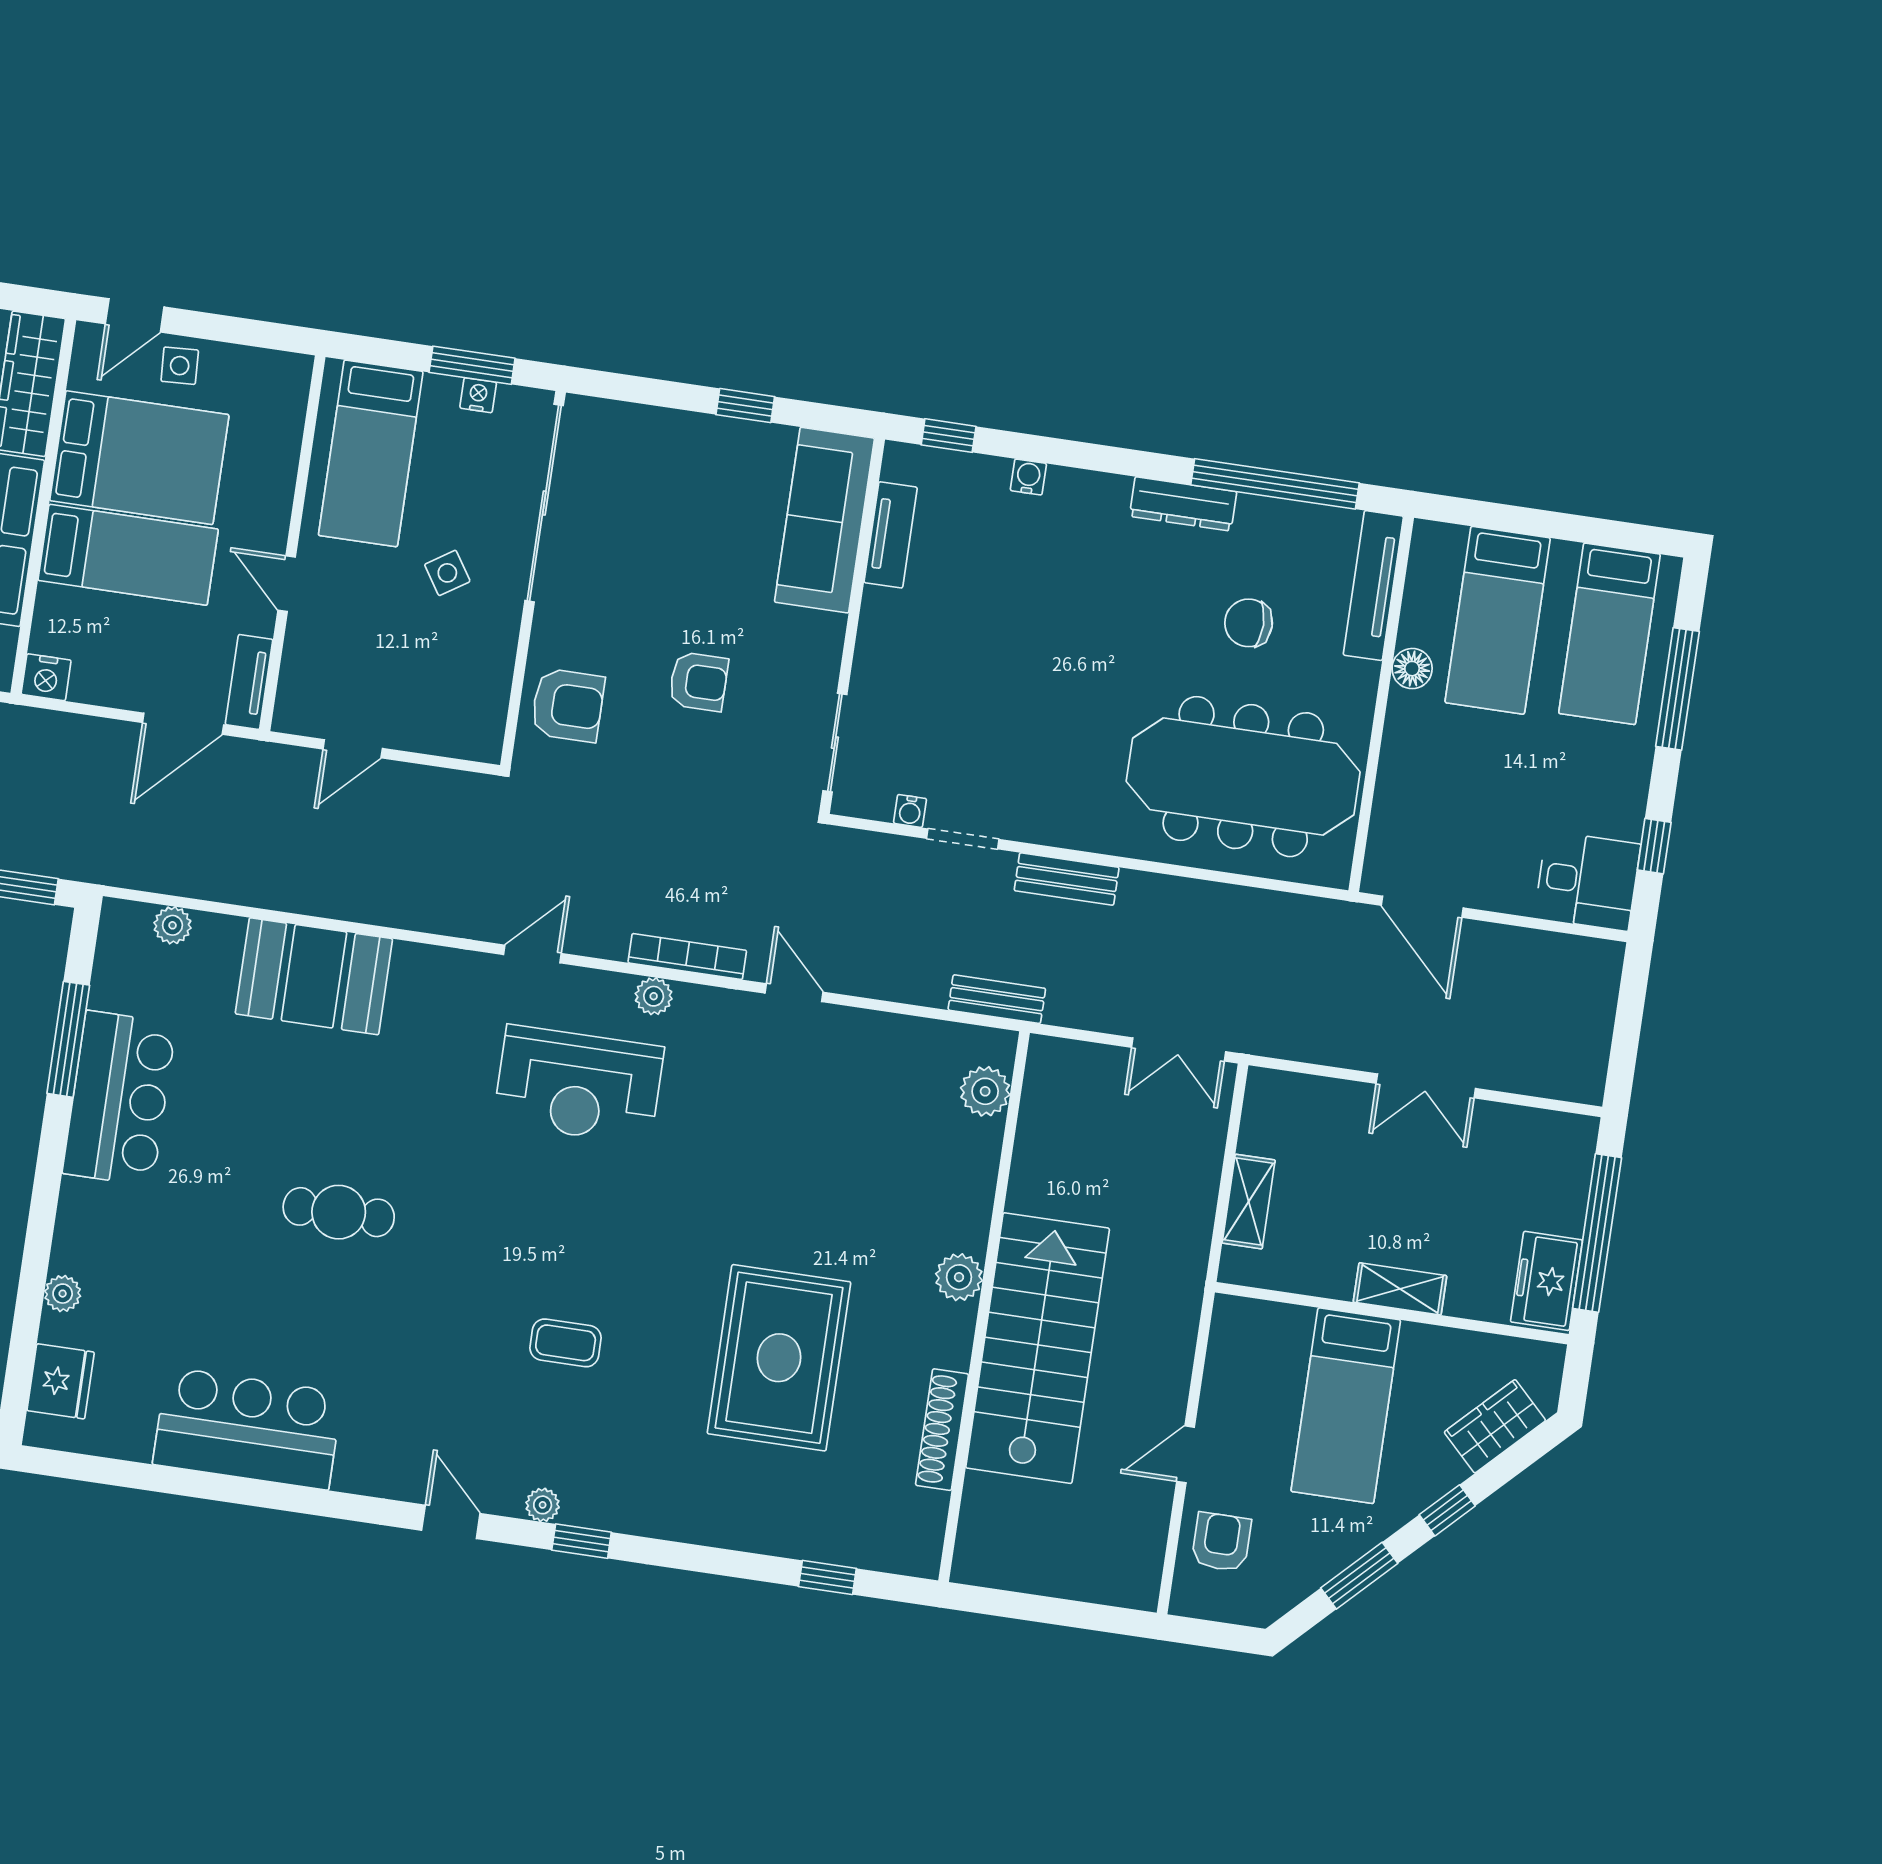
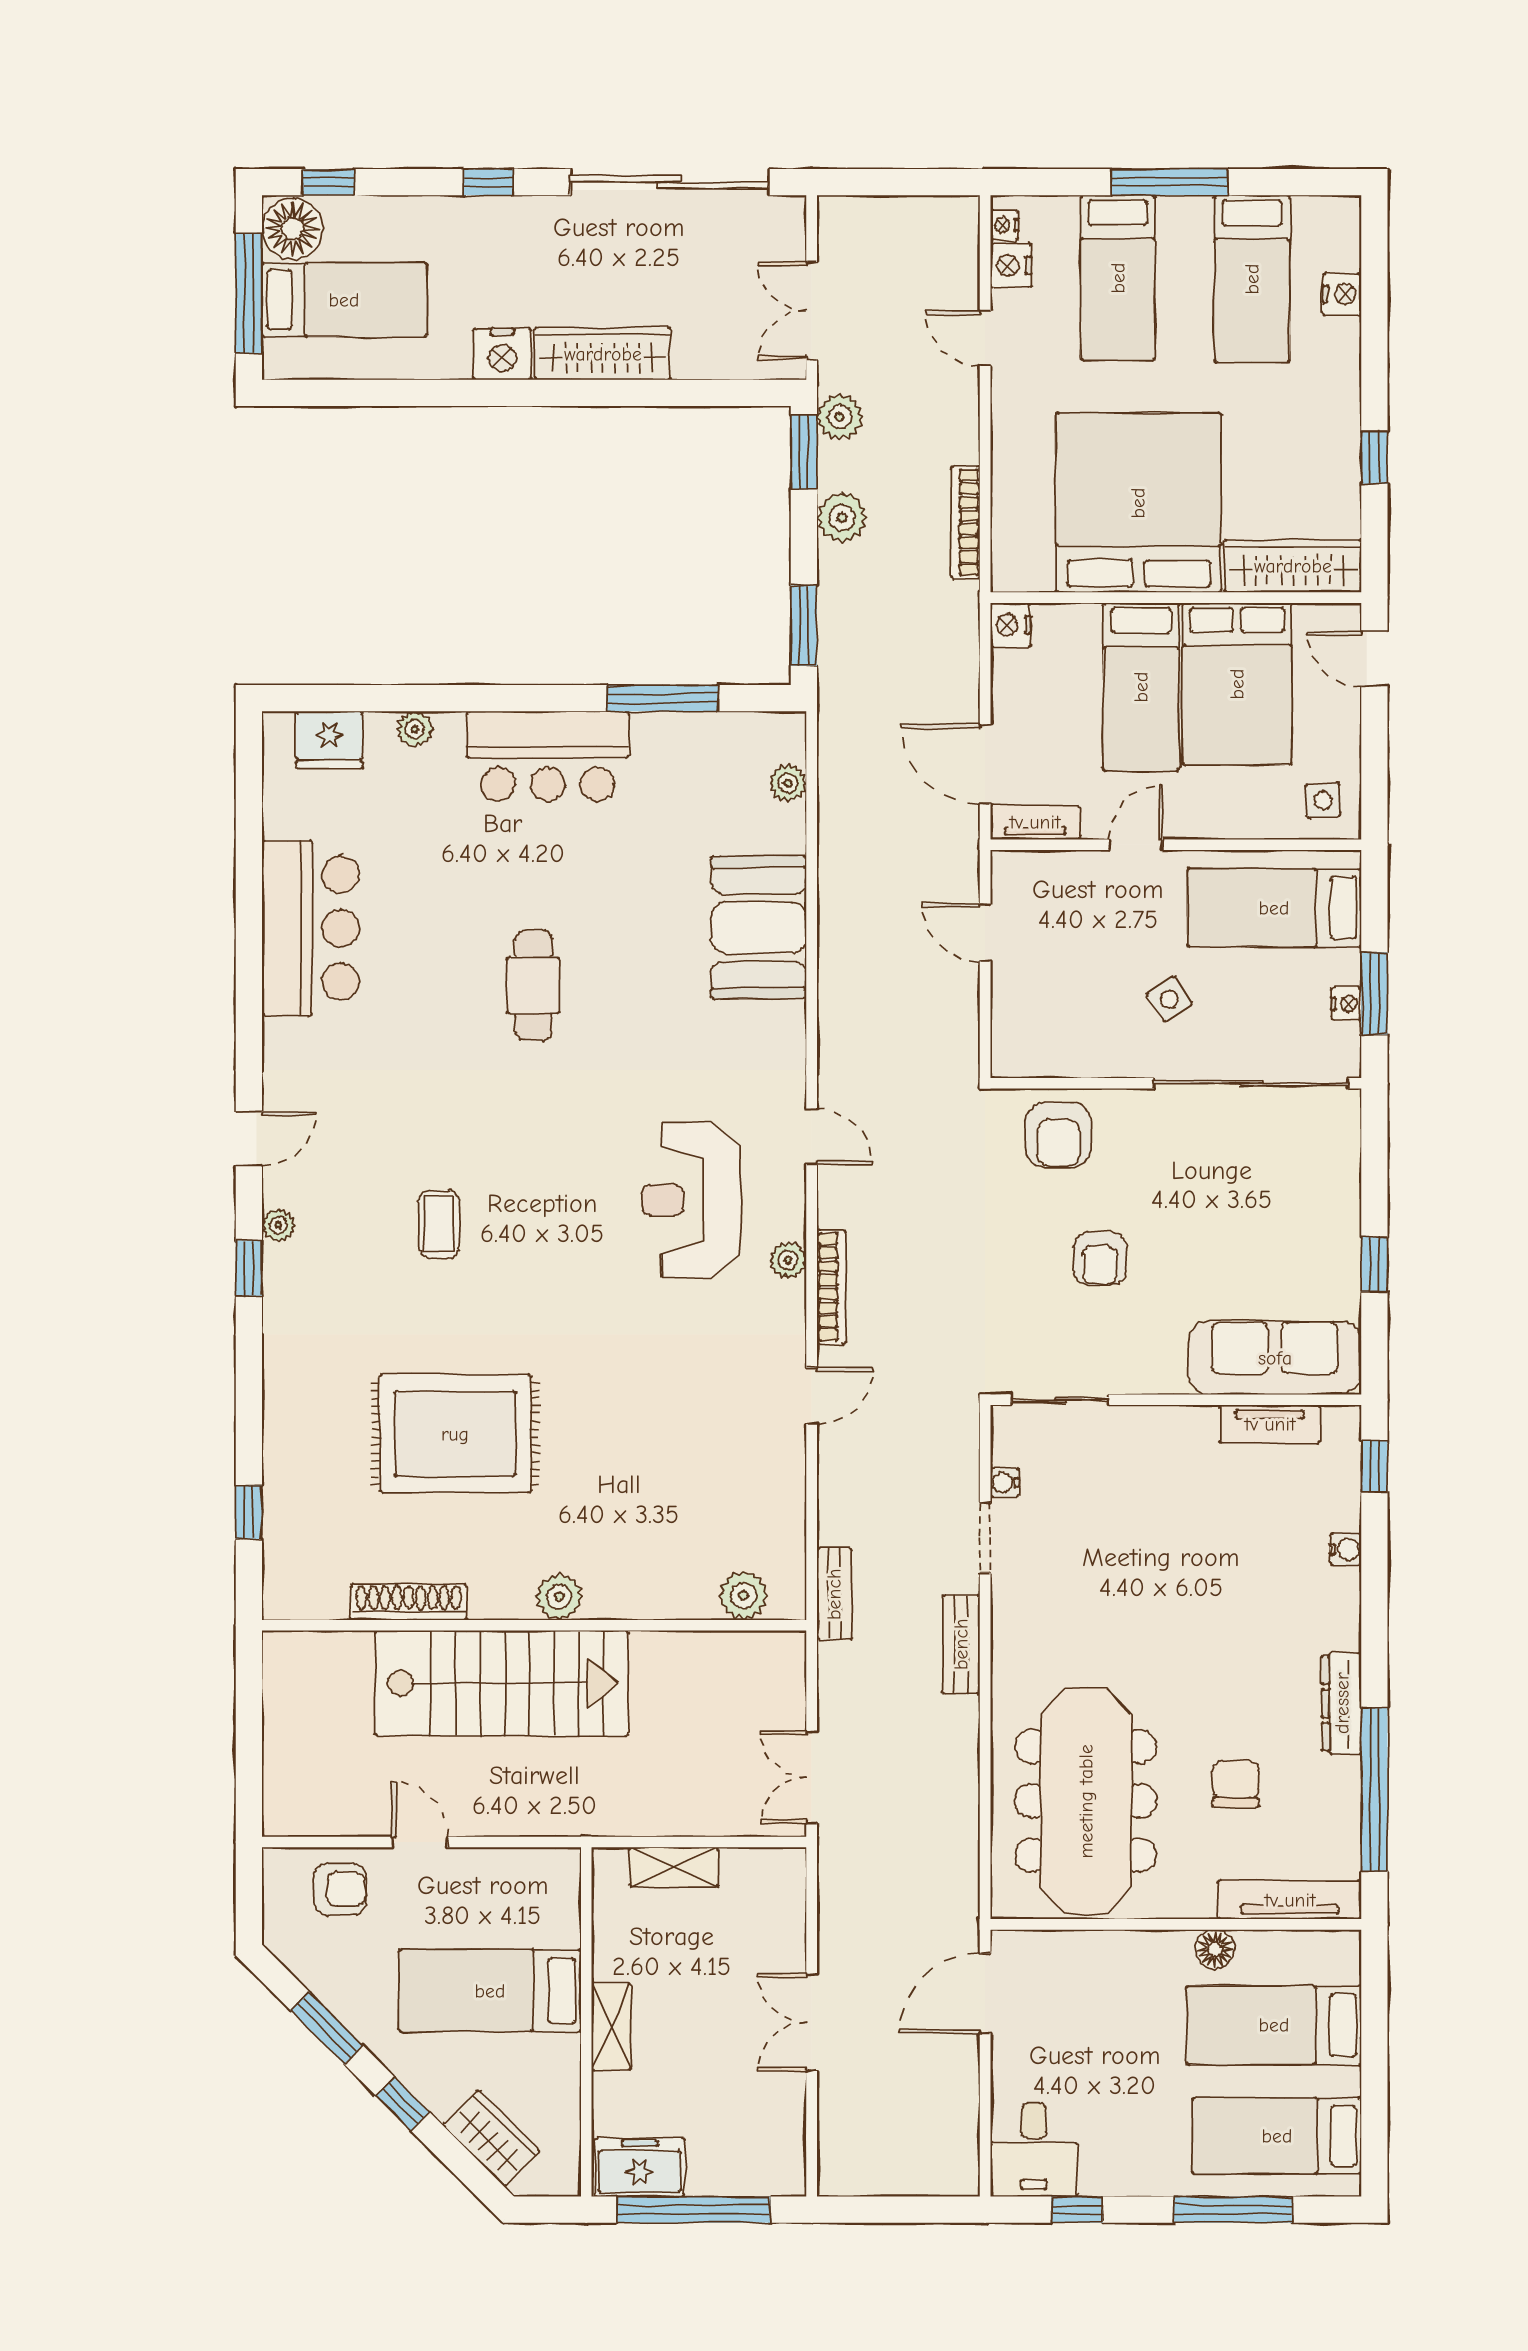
side table: (180, 366) -> (1323, 800), moved
bar counter: (119, 1098) -> (548, 756), moved

